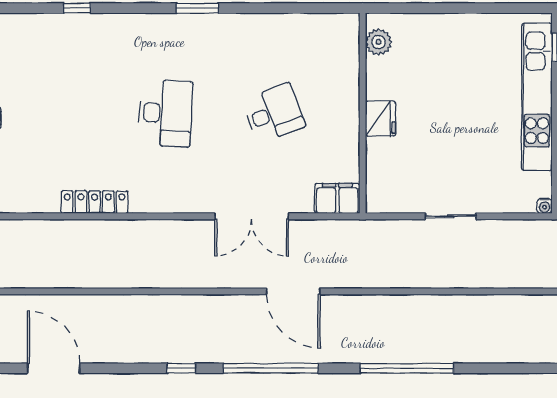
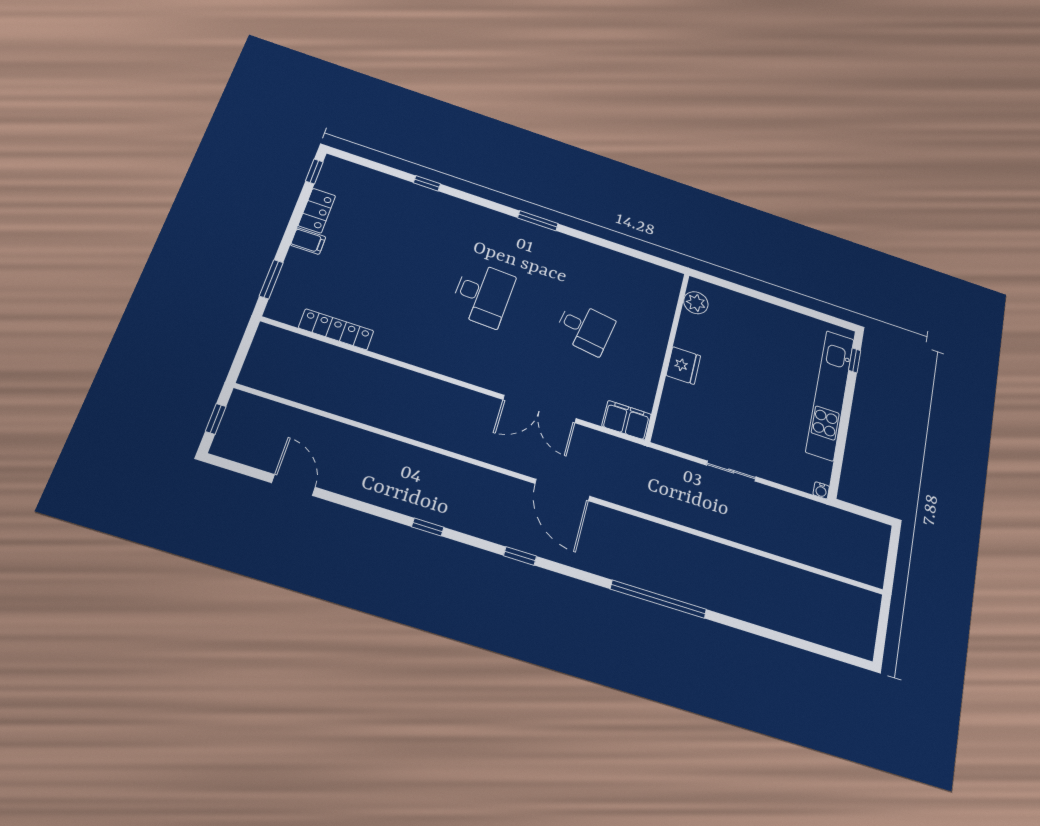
desk: (274, 113) -> (585, 328), turned 30
locker: (95, 202) -> (336, 329), moved
door: (54, 368) -> (293, 485), width x0.73
window: (271, 368) -> (520, 556), width x0.32

